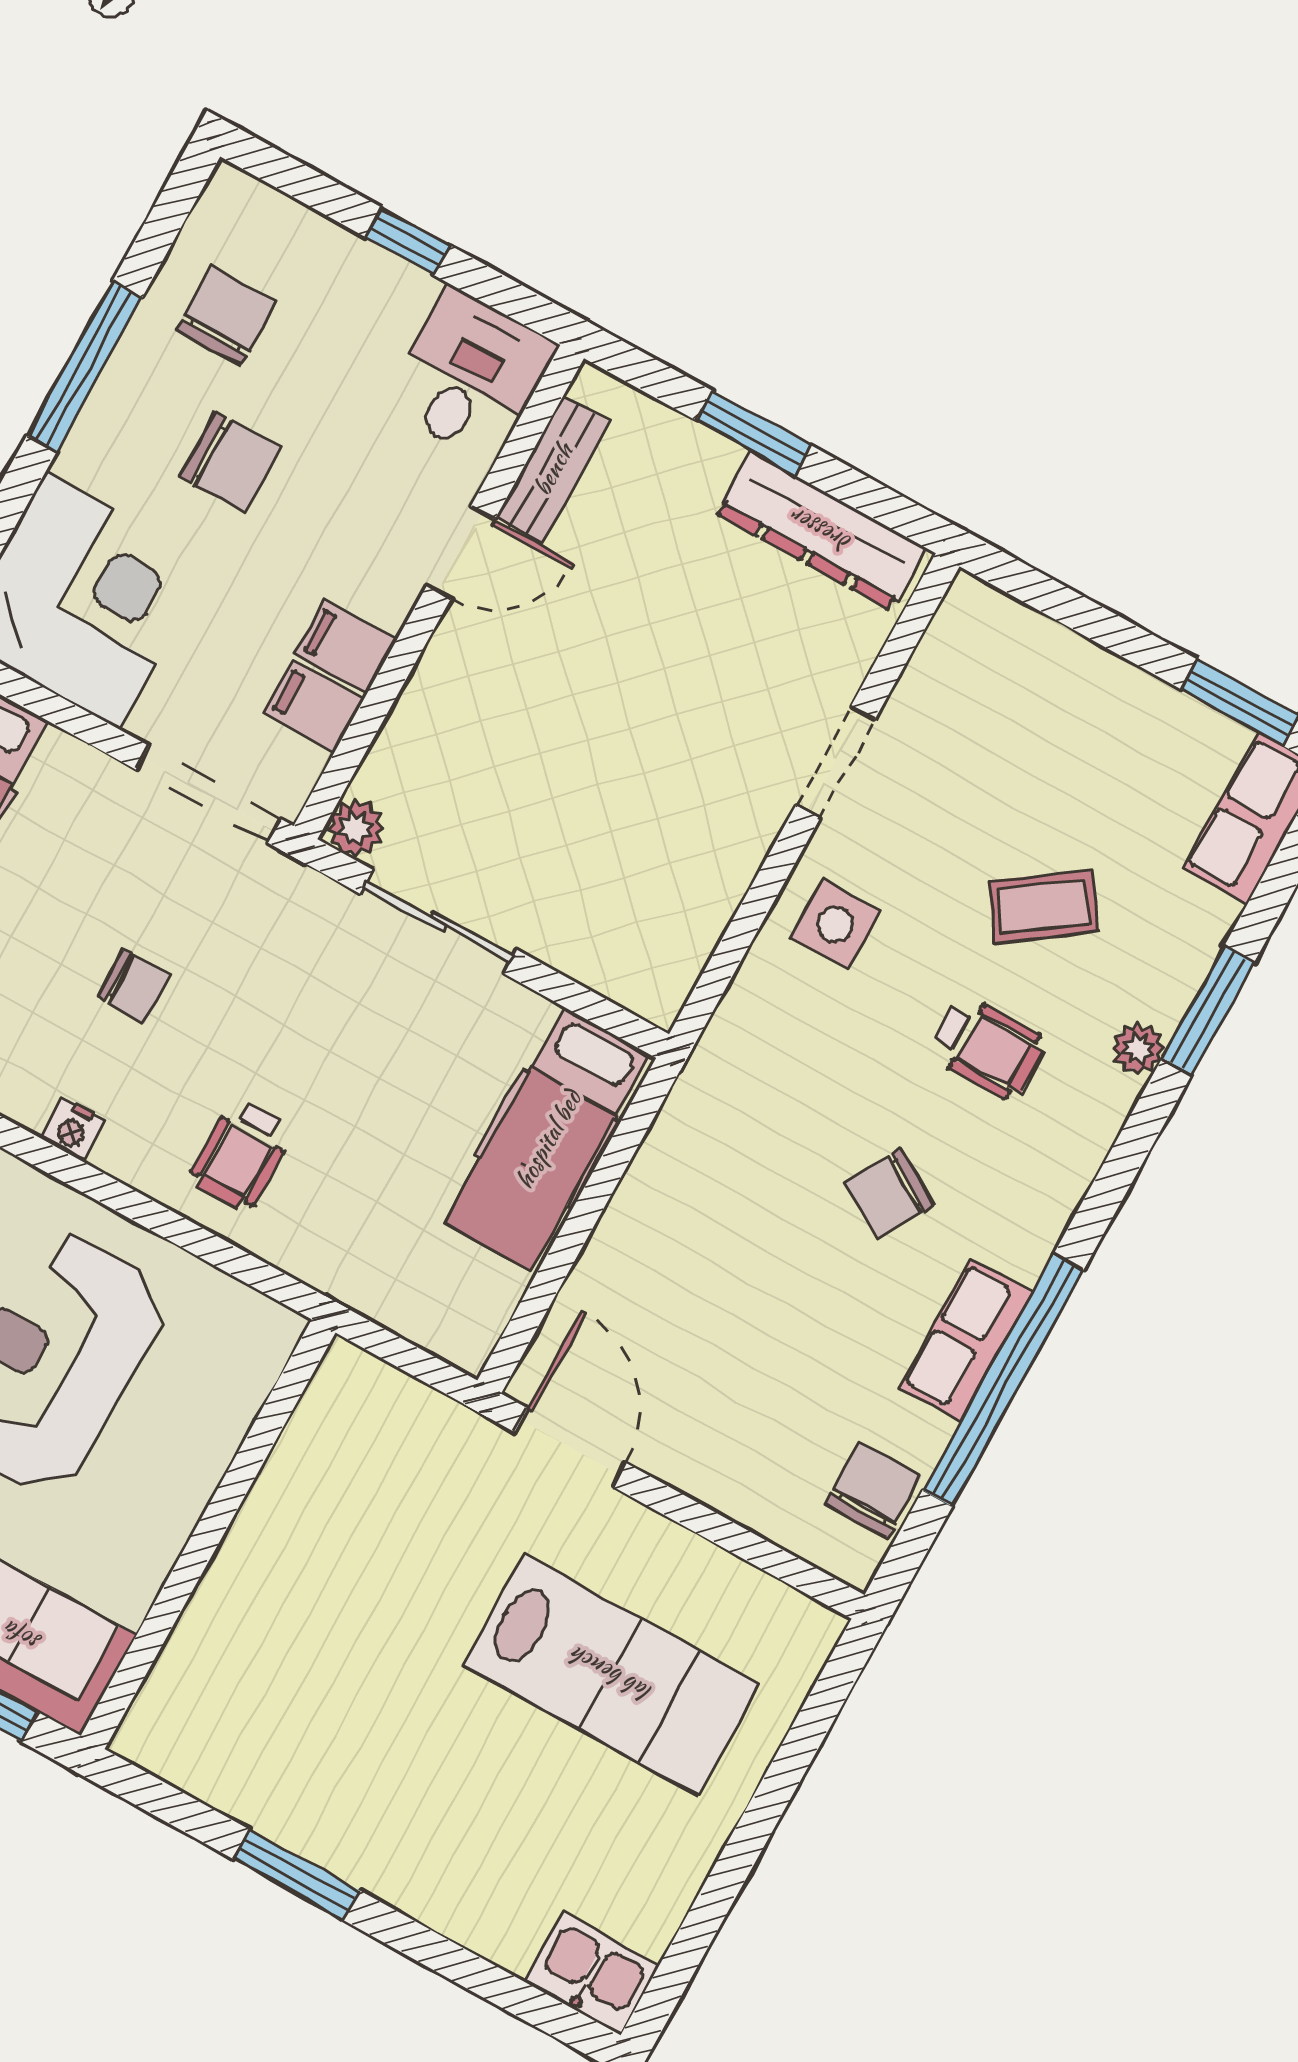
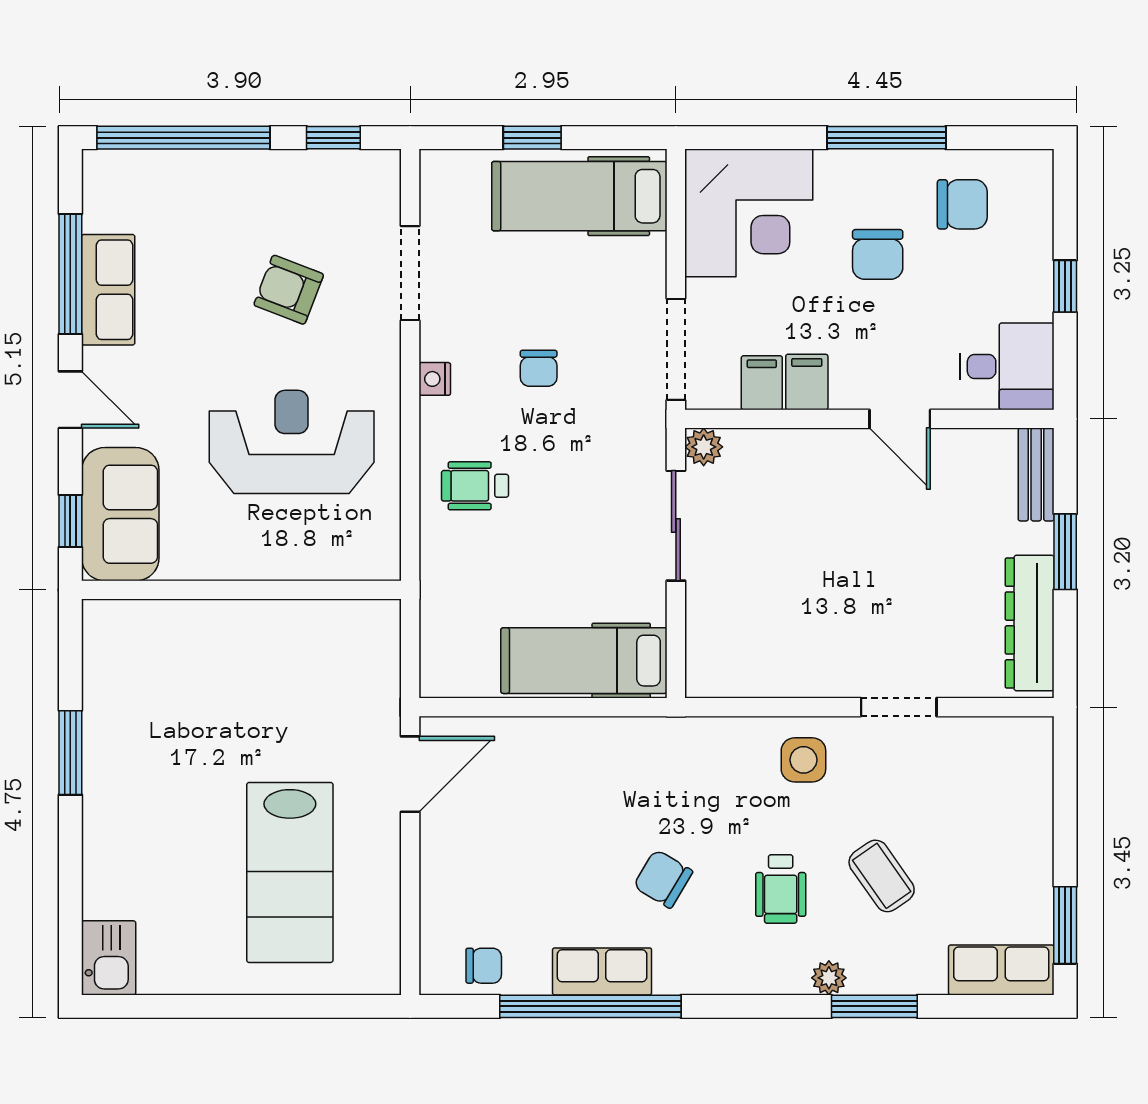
bench: (553, 469) -> (1036, 475), moved, turned 90
chair: (873, 1490) -> (484, 966), width x0.73, depth x0.73

